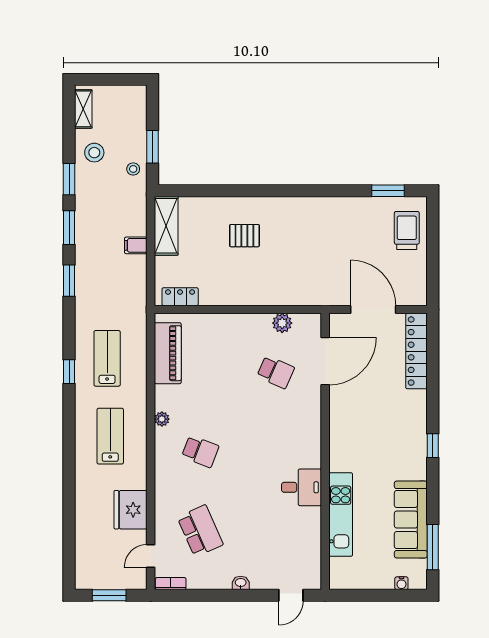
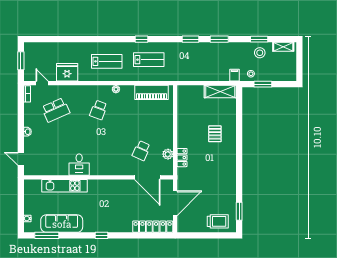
window: (69, 179) -> (259, 39), moved
filing cabinet: (136, 245) -> (234, 75), moved
locker: (180, 297) -> (182, 158), moved

